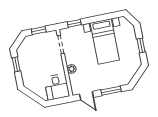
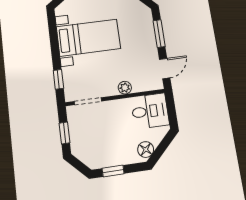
floor lamp: (31, 85) -> (146, 149), added

